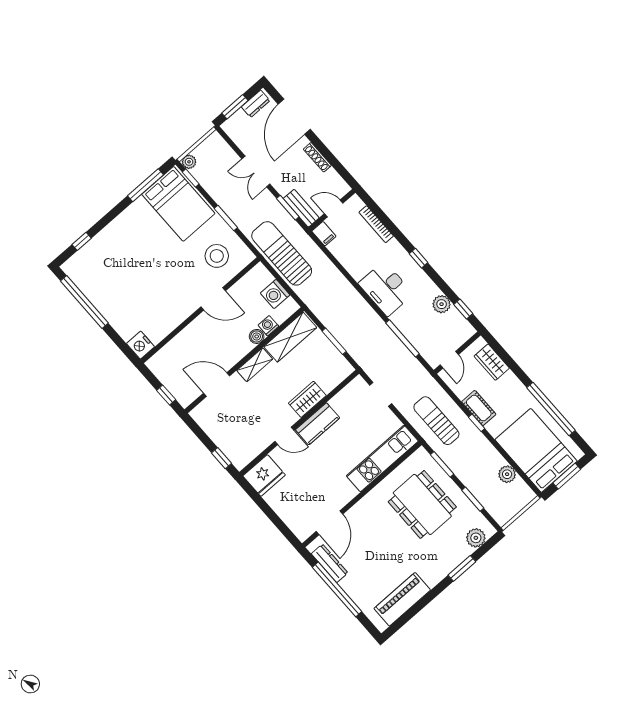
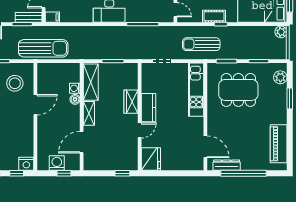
sun lounger: (282, 253) -> (43, 48), turned 180
washing machine: (275, 294) -> (57, 163), moved, turned 180
window: (121, 344) -> (17, 173), added
plant: (507, 474) -> (281, 32), moved

